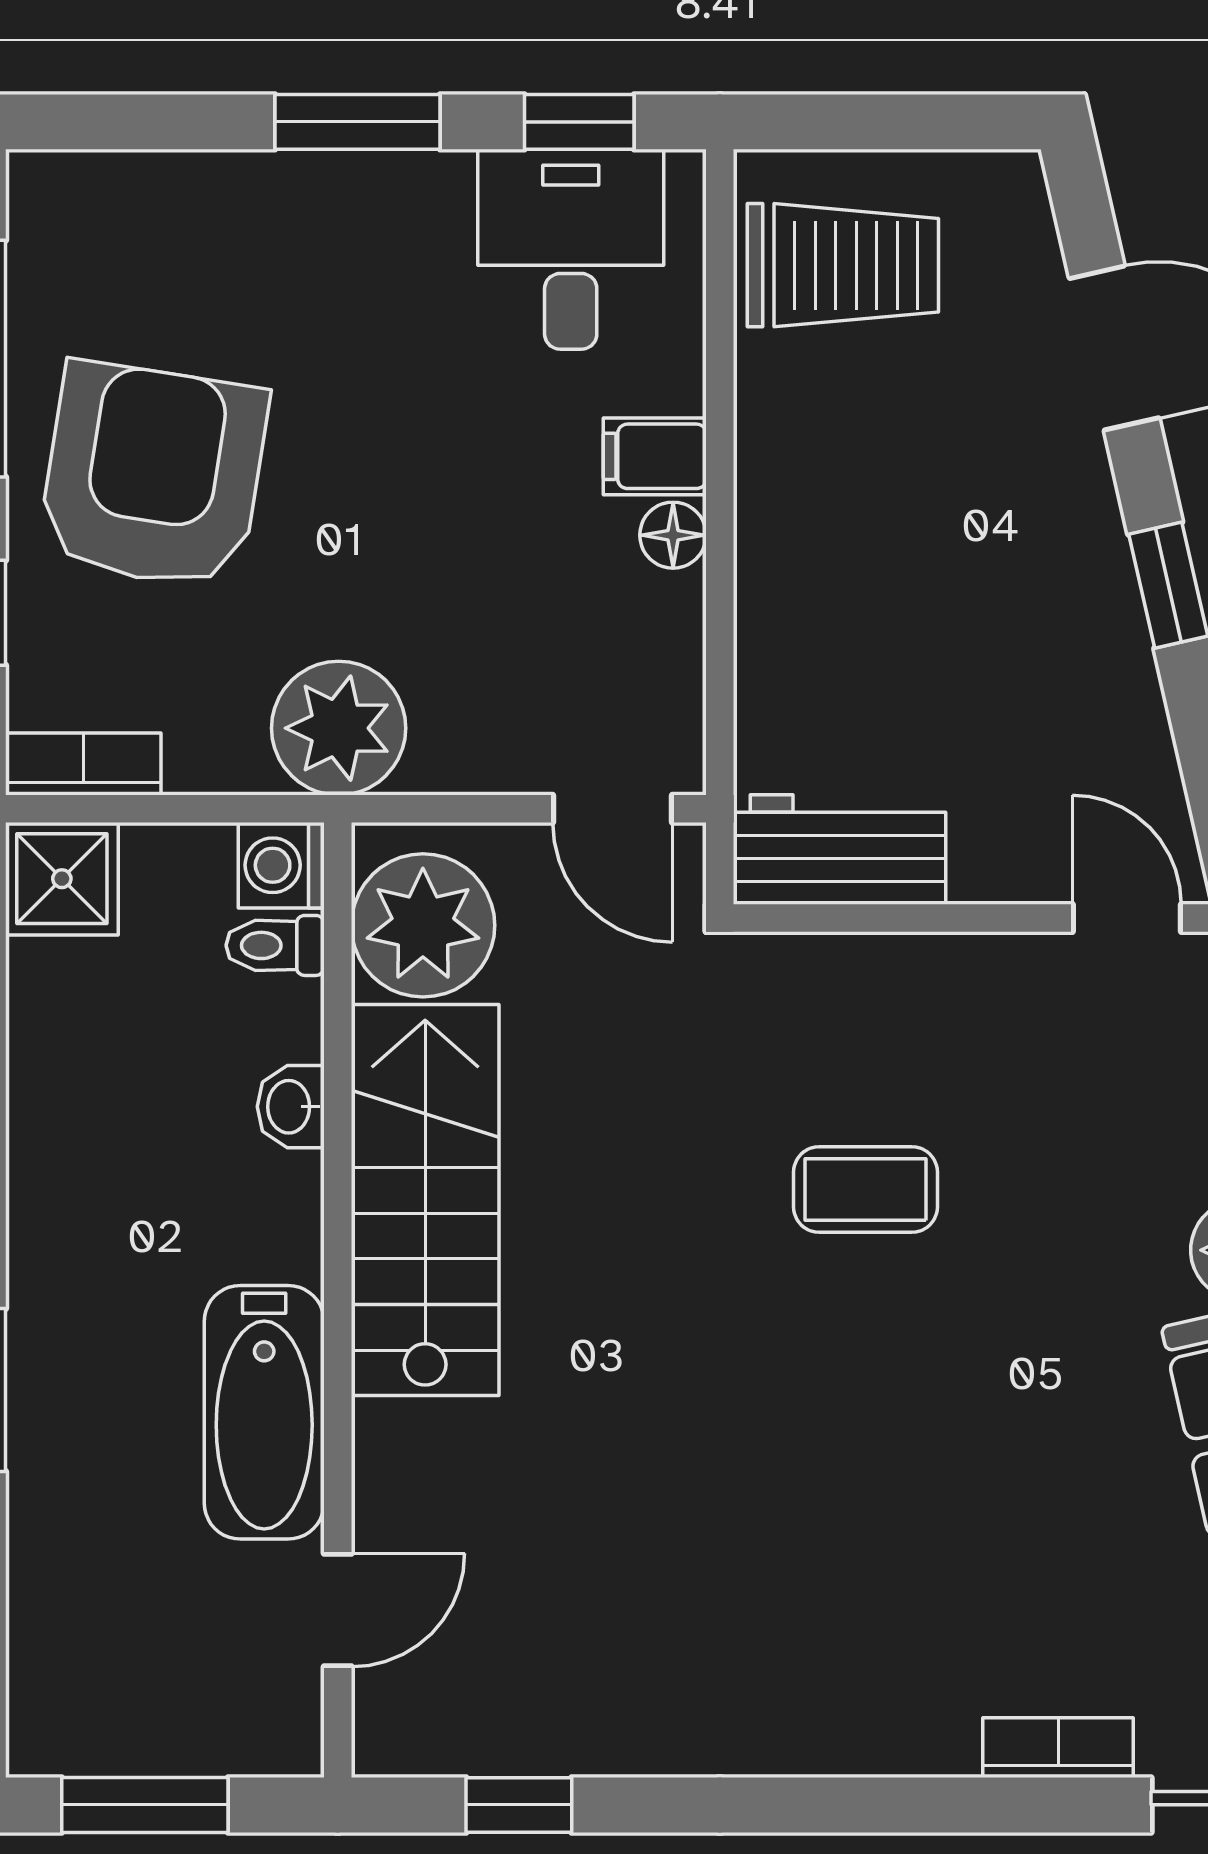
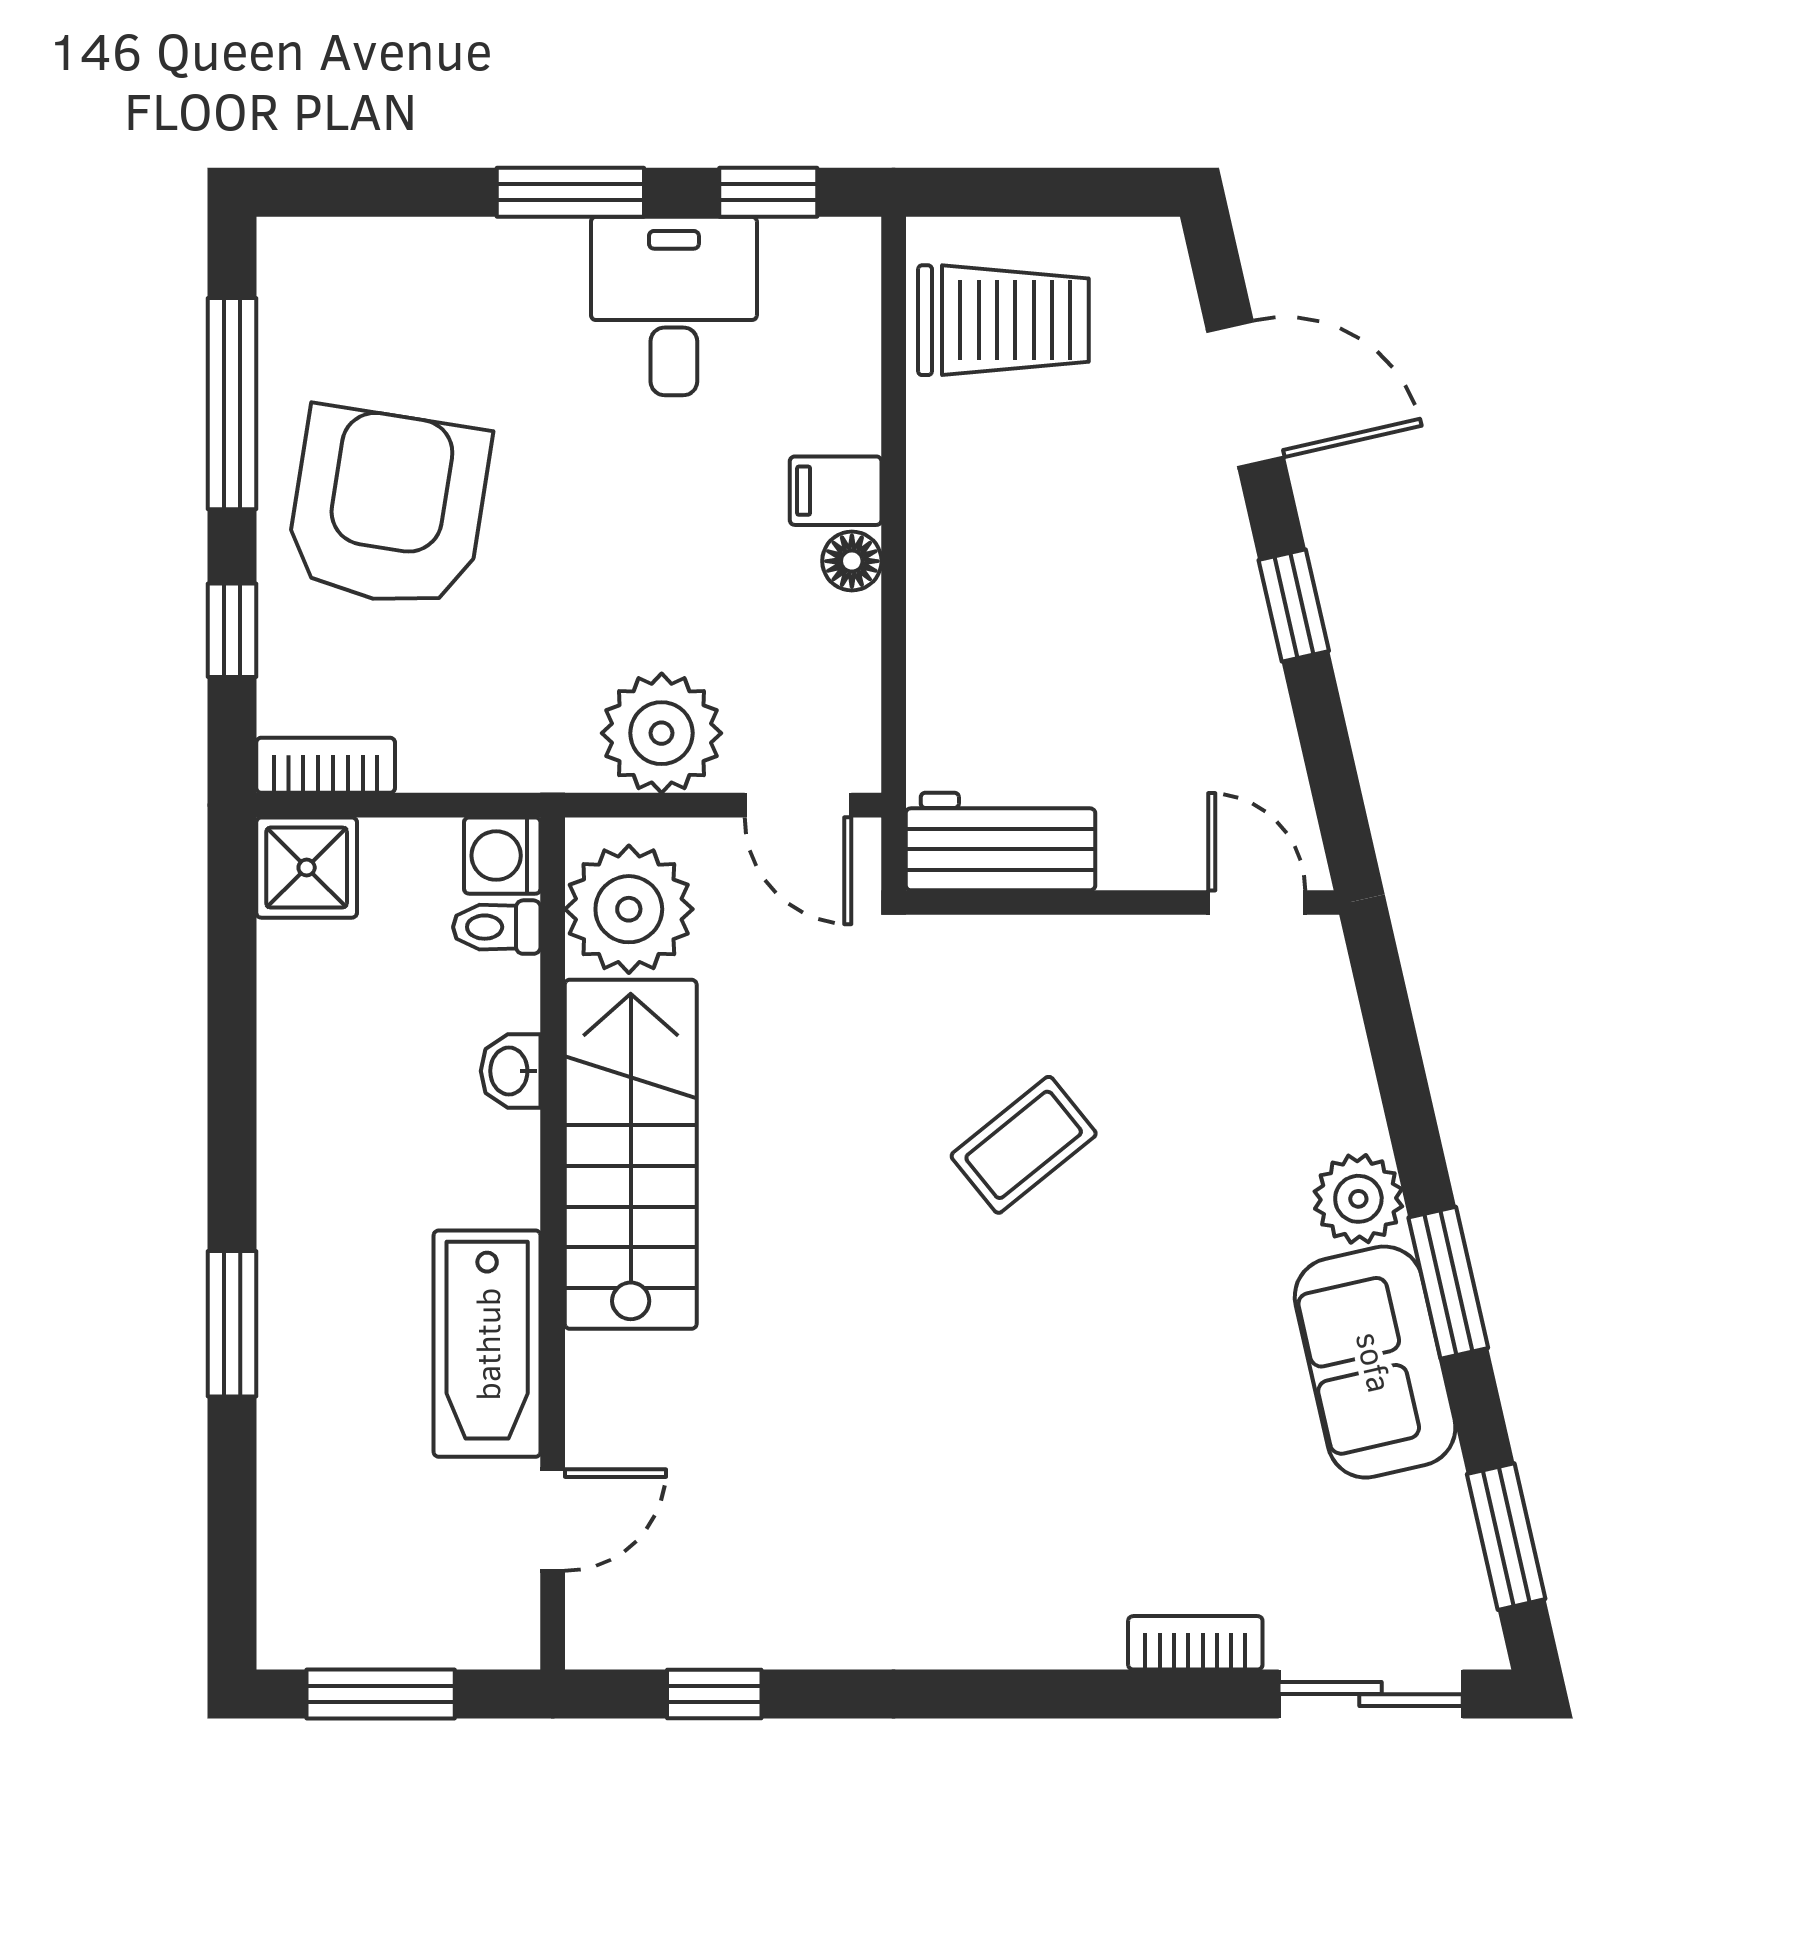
desk: (571, 249) -> (674, 306), moved
plant: (339, 728) -> (662, 733), moved
coffee table: (866, 1189) -> (1024, 1145), turned -39

